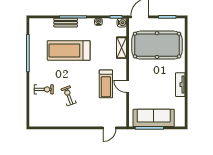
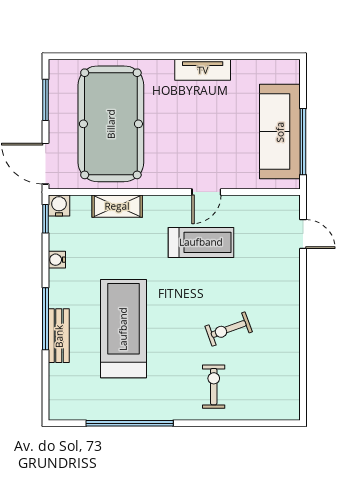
treadmill: (69, 50) -> (123, 329), turned 180

